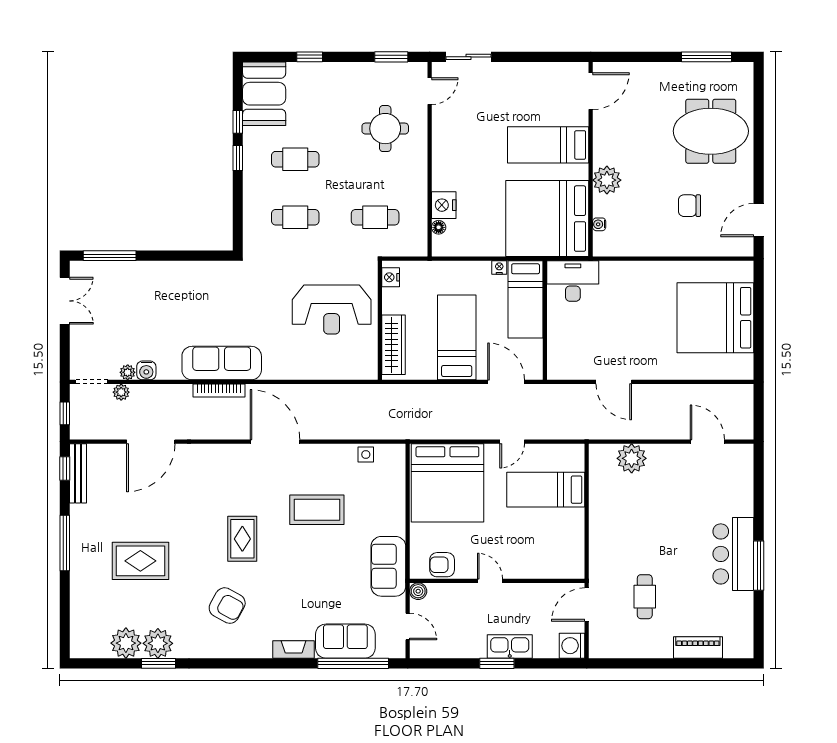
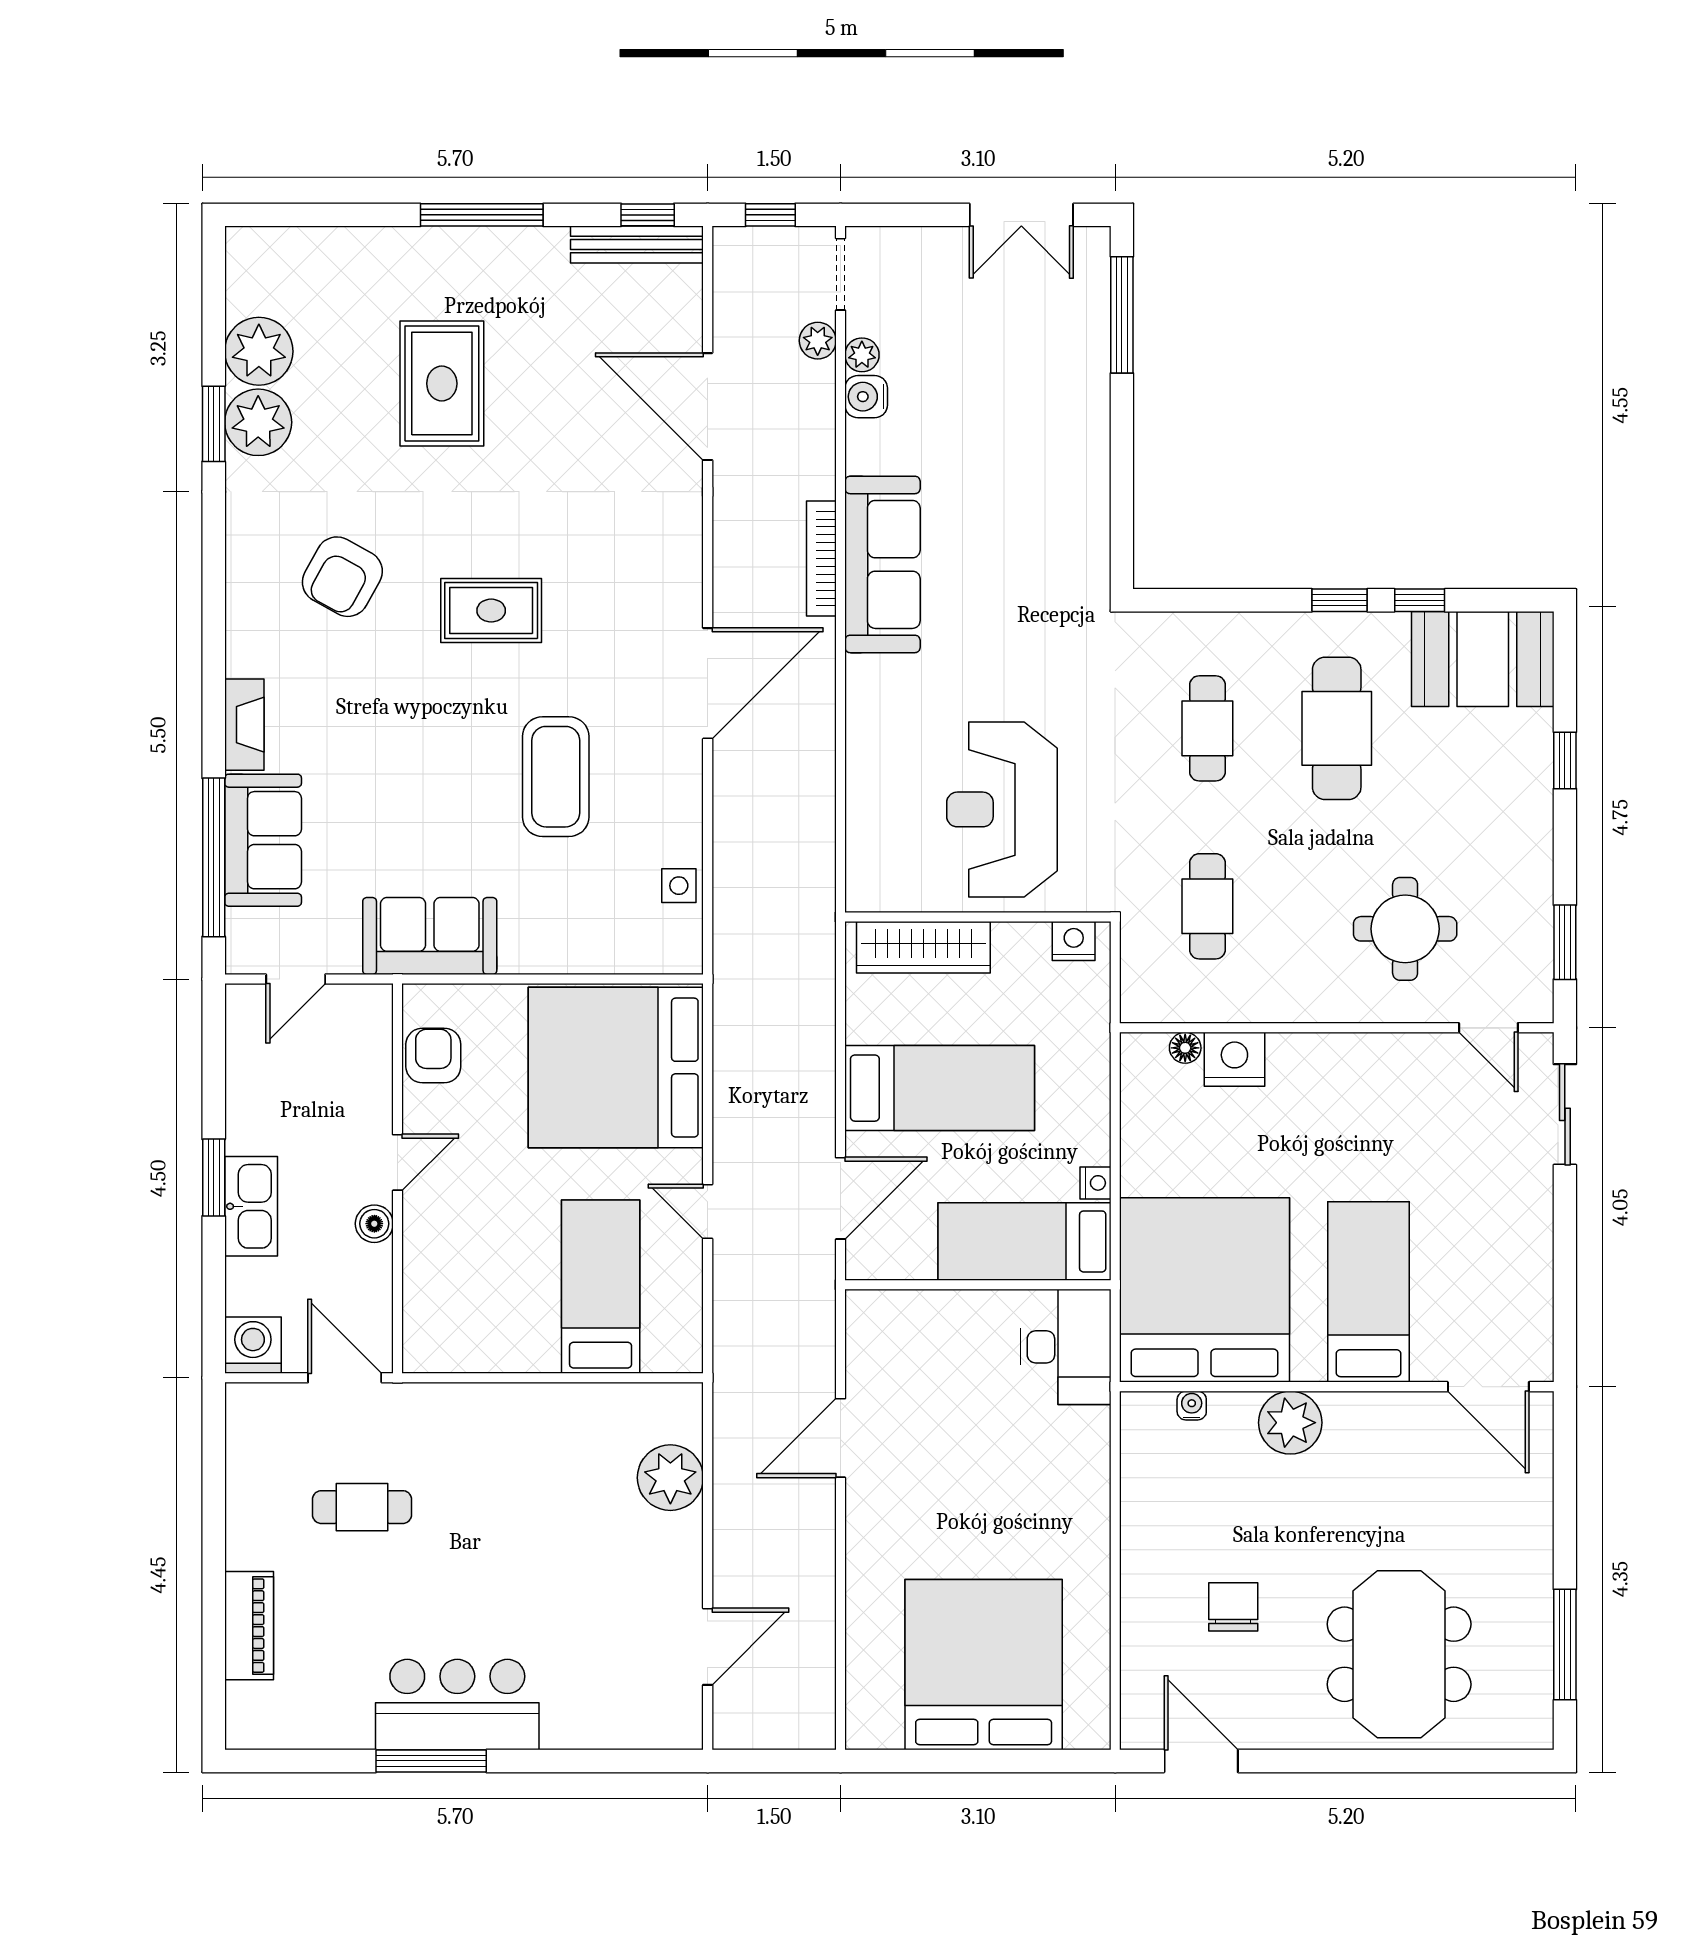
cafe table: (295, 159) -> (1337, 728), width x1.37, depth x1.35
boiler: (418, 591) -> (374, 1224), moved

